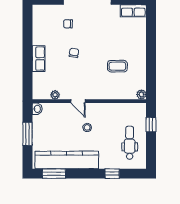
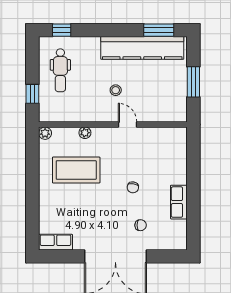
row of seats: (39, 59) -> (179, 202), moved
coffee table: (117, 66) -> (76, 170), width x1.86, depth x1.72
plant: (55, 95) -> (85, 133), moved
washbasin: (37, 109) -> (181, 114), removed
window: (112, 174) -> (62, 30), moved

